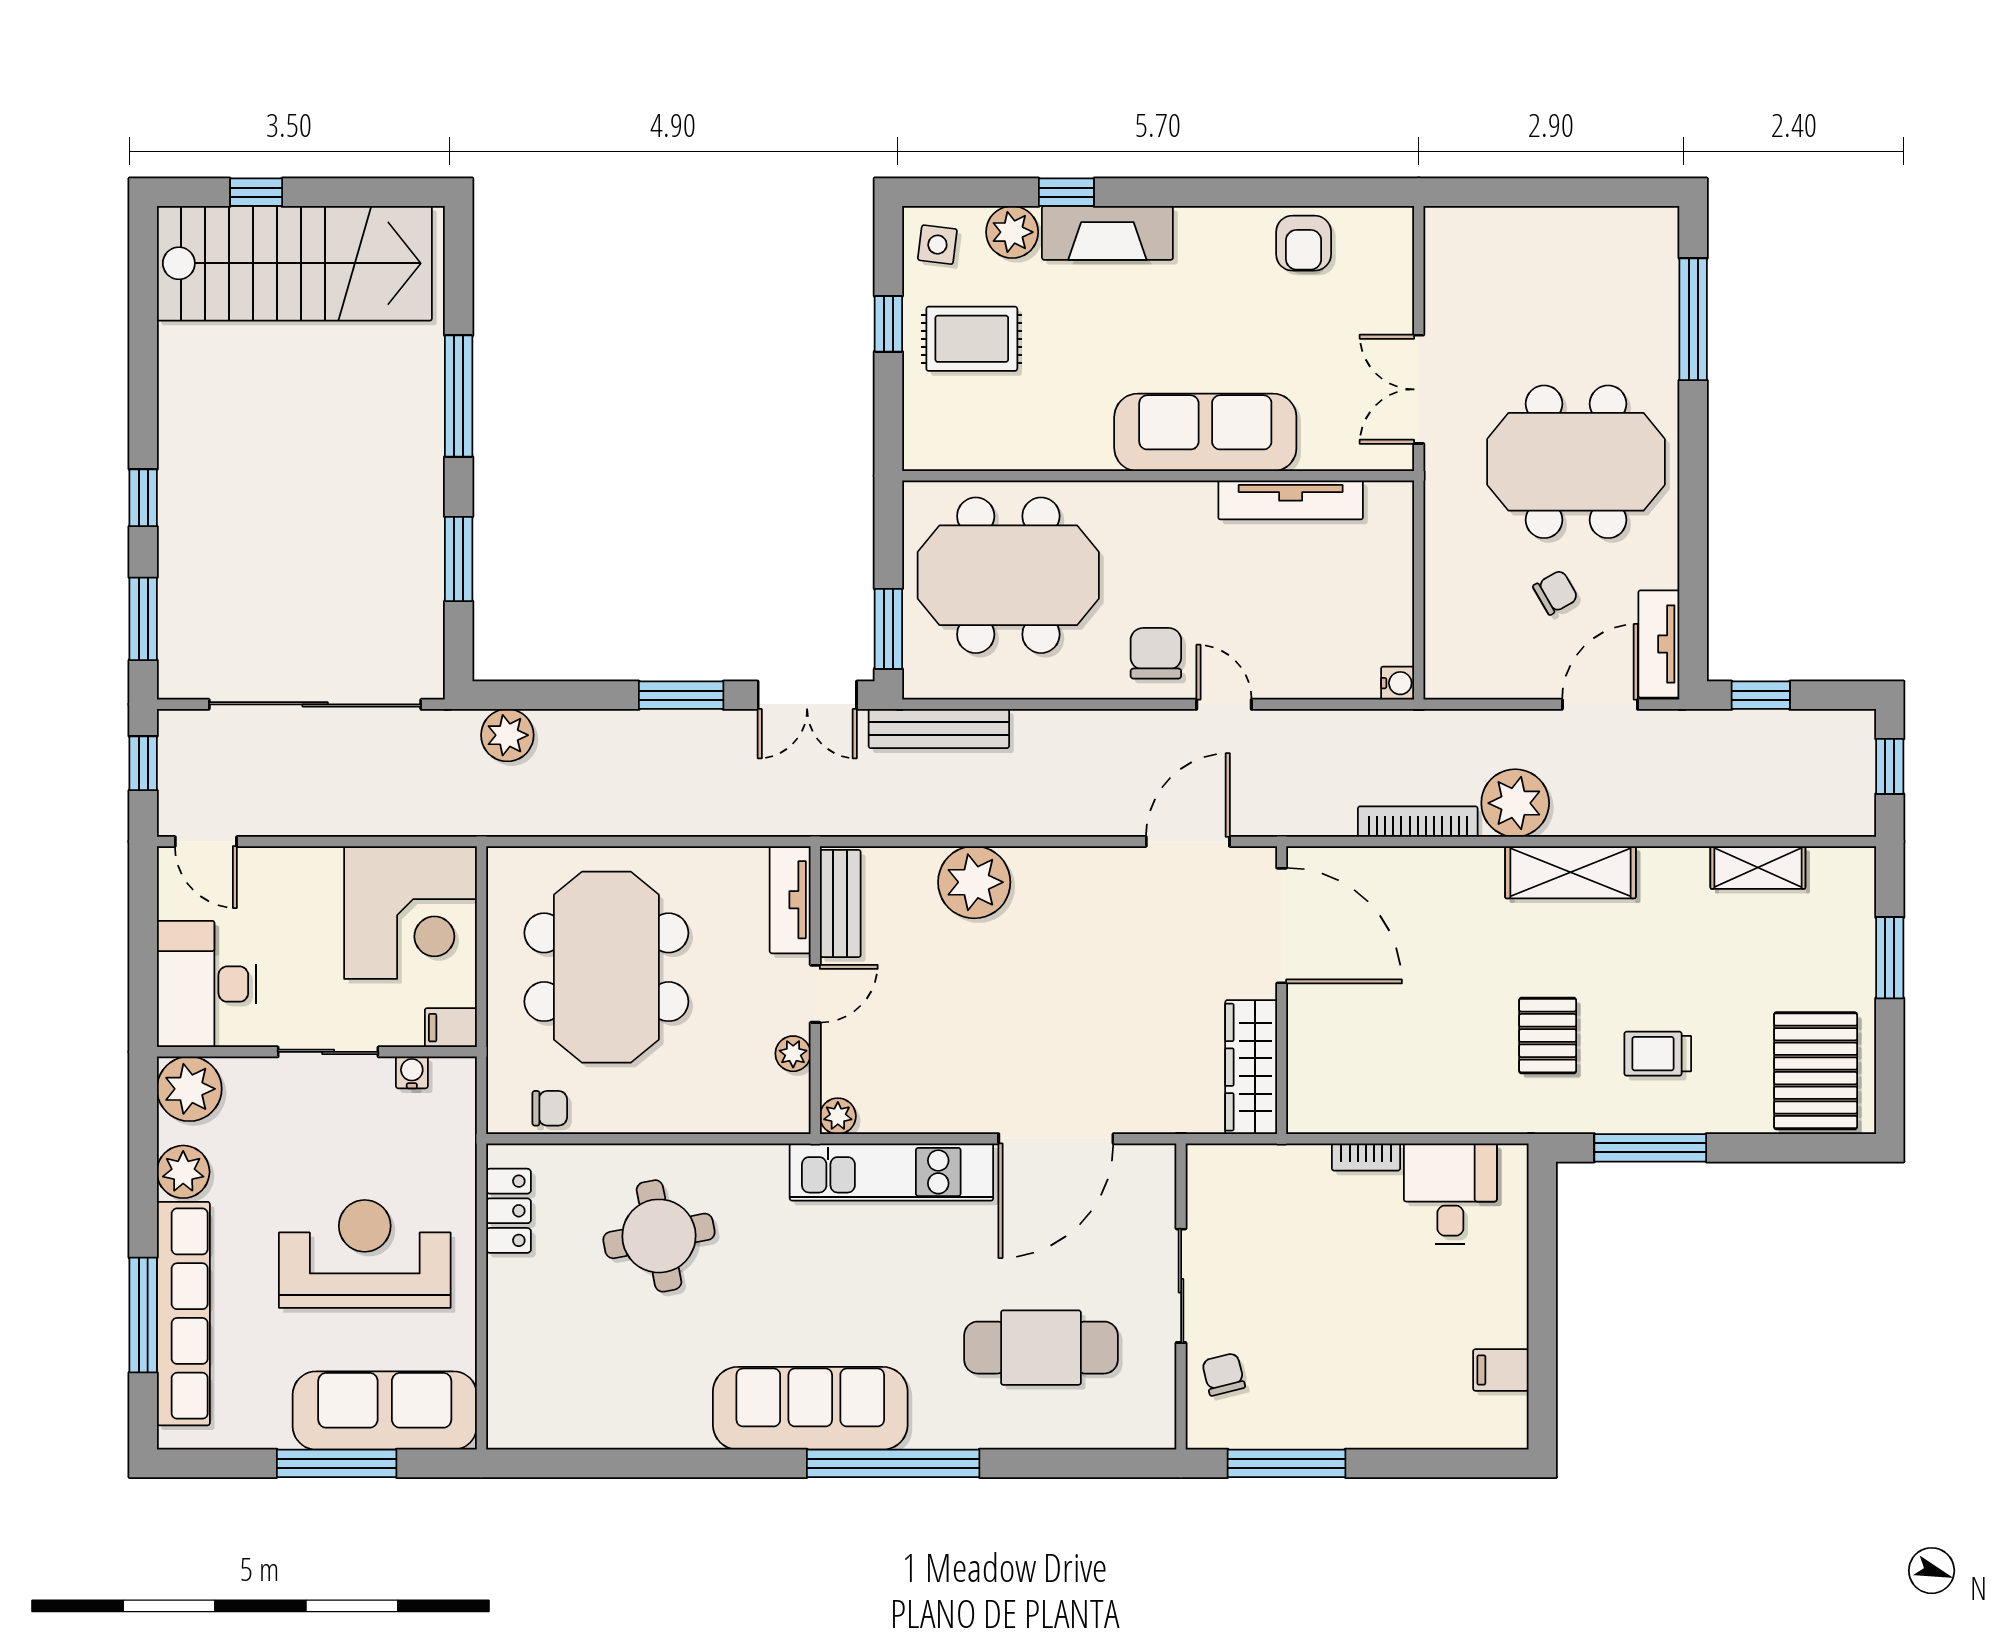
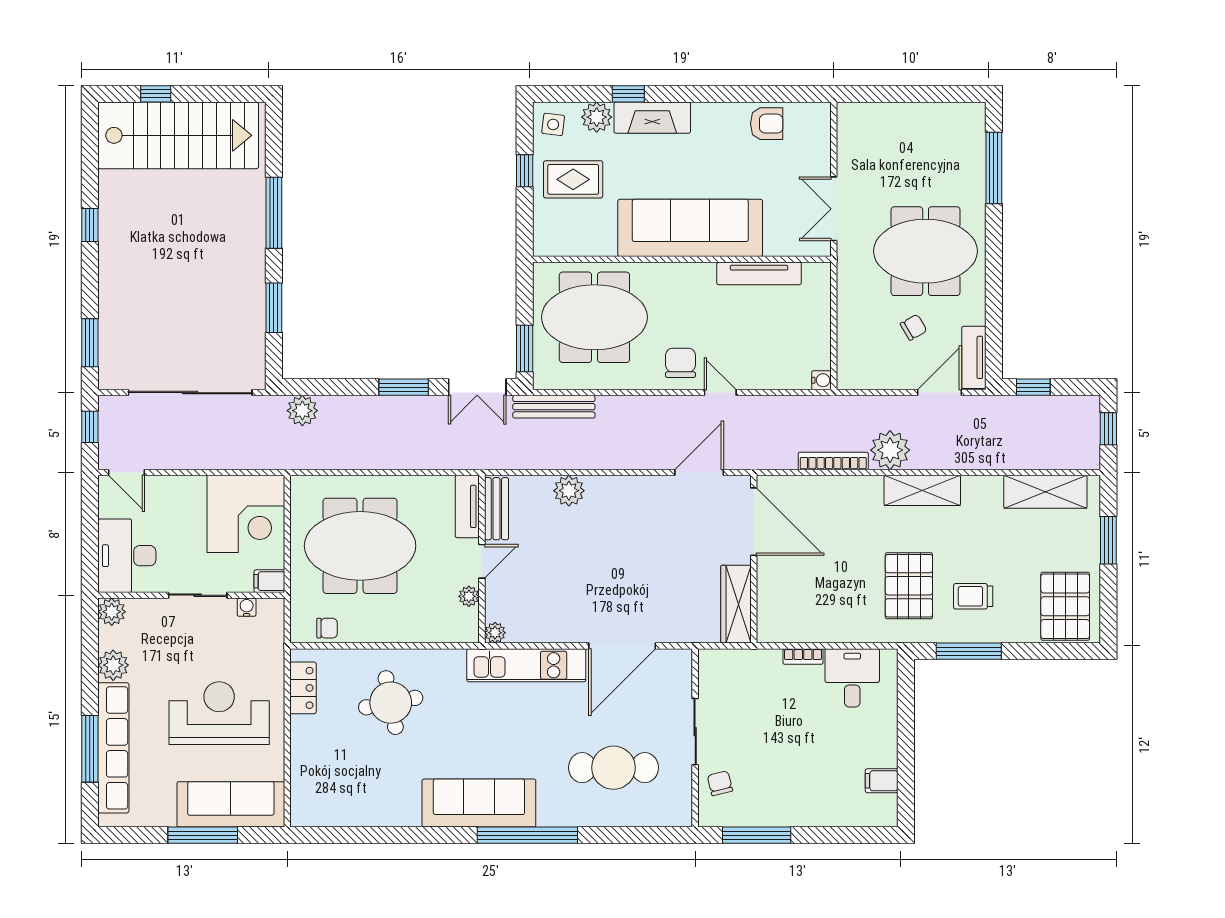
armchair: (1304, 243) -> (767, 124), turned -90
sofa: (1205, 432) -> (690, 228), width x1.36, depth x1.27
window: (143, 498) -> (90, 225), moved
shelving: (1758, 867) -> (1045, 492), width x1.50, depth x1.33
plant: (974, 882) -> (569, 491), width x0.73, depth x0.73
meeting table: (606, 967) -> (360, 546), turned 90
pallet: (1548, 1036) -> (909, 586), width x1.50, depth x1.42
plant: (189, 1089) -> (112, 612), width x0.73, depth x0.73

